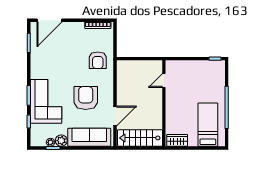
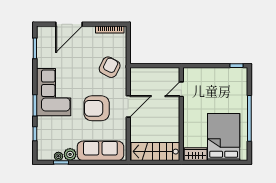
door: (49, 20) -> (69, 24), moved
armchair: (98, 60) -> (110, 67), turned -153
armchair: (86, 98) -> (97, 108), turned -90
corner sofa: (46, 101) -> (54, 92), moved
door: (115, 116) -> (128, 106), moved
bed: (208, 125) -> (224, 137), width x1.50

